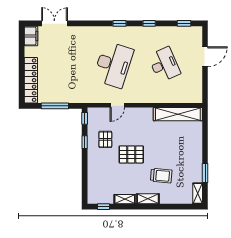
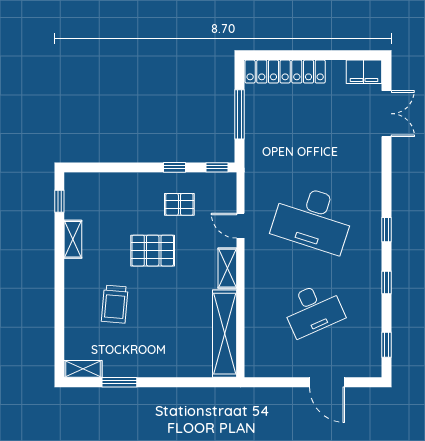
pallet: (131, 154) -> (153, 251), turned 90
shelving: (148, 199) -> (227, 268), moved

